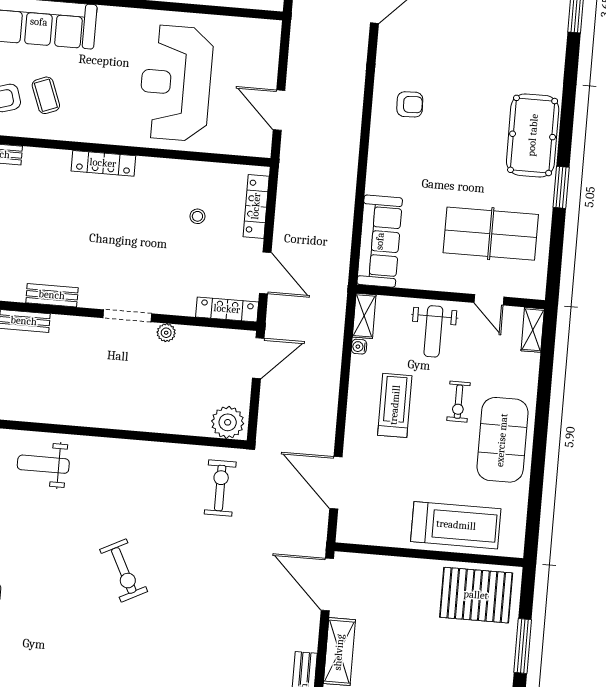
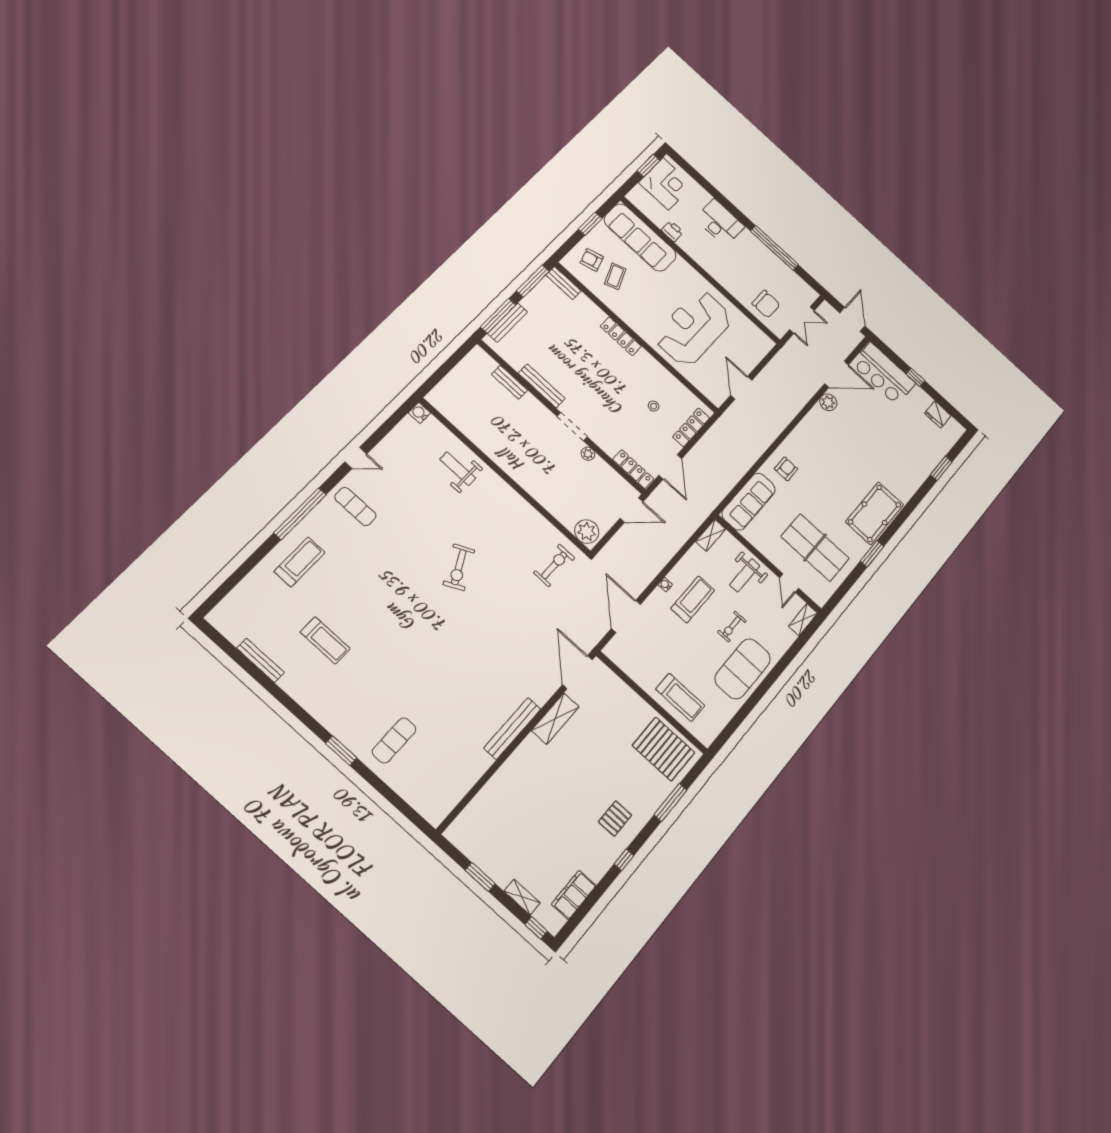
plant: (390, 43) -> (828, 402), added
armchair: (410, 104) -> (786, 469), moved, turned -88
bench: (52, 295) -> (542, 386), width x1.36
water cooler: (359, 347) -> (665, 585), moved
treadmill: (456, 525) -> (680, 697), width x0.73, depth x0.73

